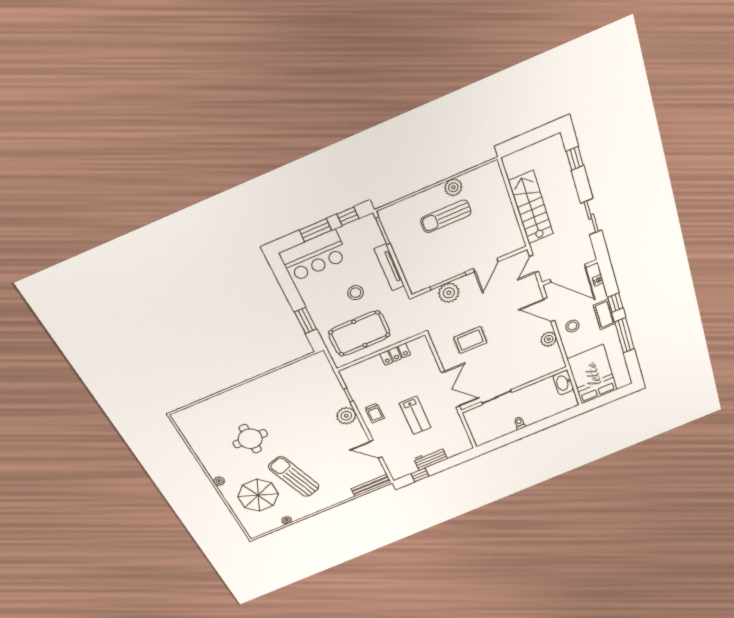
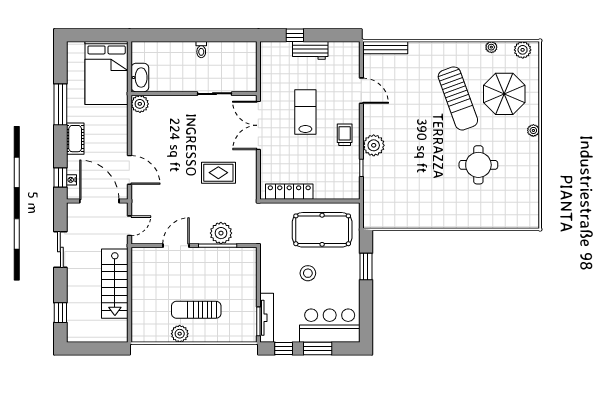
sun lounger: (446, 216) -> (196, 310), turned 180
tv unit: (389, 268) -> (267, 318), moved
window: (615, 303) -> (60, 177), moved
stool: (572, 326) -> (111, 140), removed
plant: (549, 339) -> (140, 104), moved
locker: (395, 354) -> (289, 192), width x1.53
window: (420, 475) -> (295, 35), moved
plant: (261, 529) -> (523, 50), added

